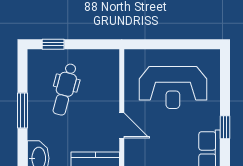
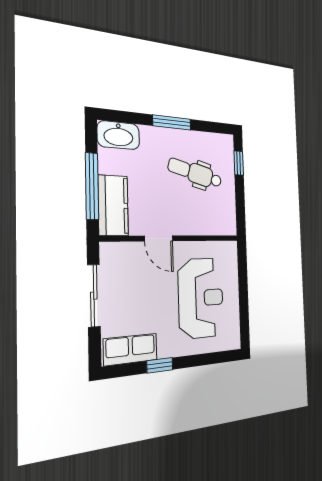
reception desk: (173, 87) -> (201, 298), turned 180
door: (122, 125) -> (159, 239), hinge flipped

